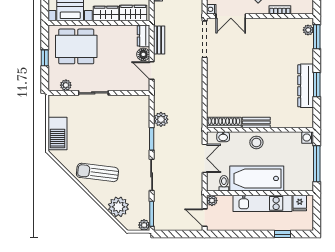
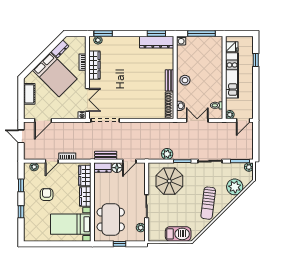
wardrobe: (276, 25) -> (94, 65), added
window: (317, 85) -> (156, 34), moved
dresser: (306, 86) -> (157, 42), moved
parasol: (126, 122) -> (169, 181), added
bathtub: (257, 178) -> (213, 80), removed

